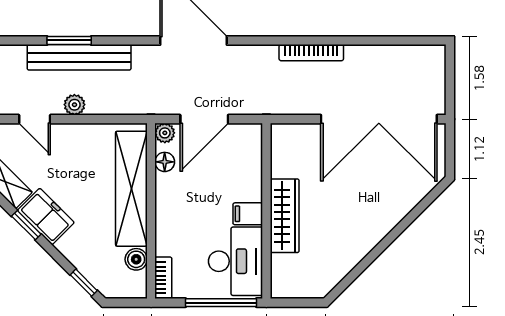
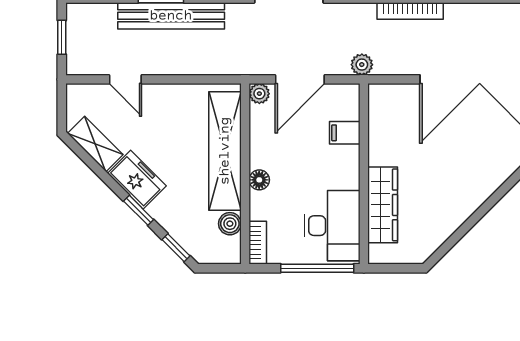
plant: (74, 105) -> (362, 65), moved
floor lamp: (165, 162) -> (259, 180), moved
filing cabinet: (248, 214) -> (345, 133), moved
wardrobe: (285, 216) -> (383, 205), moved
window: (26, 225) -> (139, 210), moved

